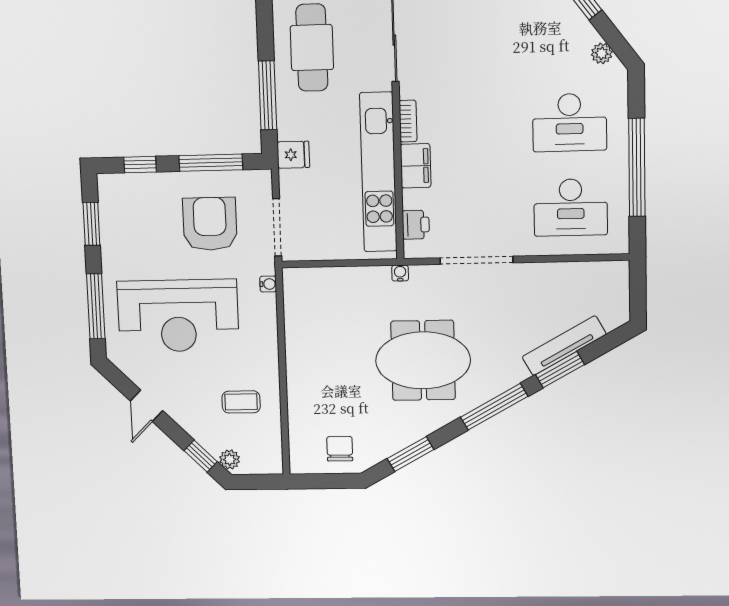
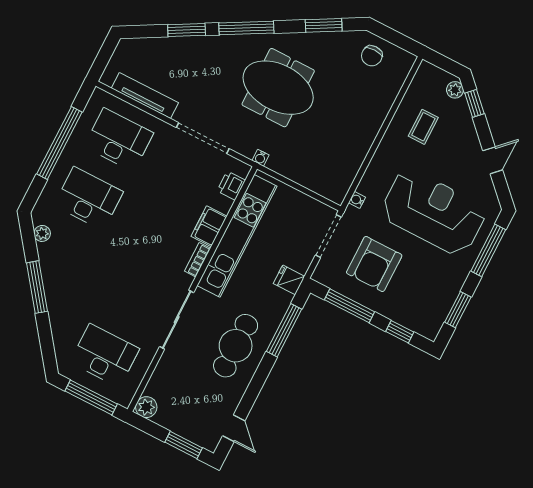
tv unit: (564, 346) -> (145, 95), moved, turned -151
coffee table: (241, 402) -> (423, 127), turned 90

